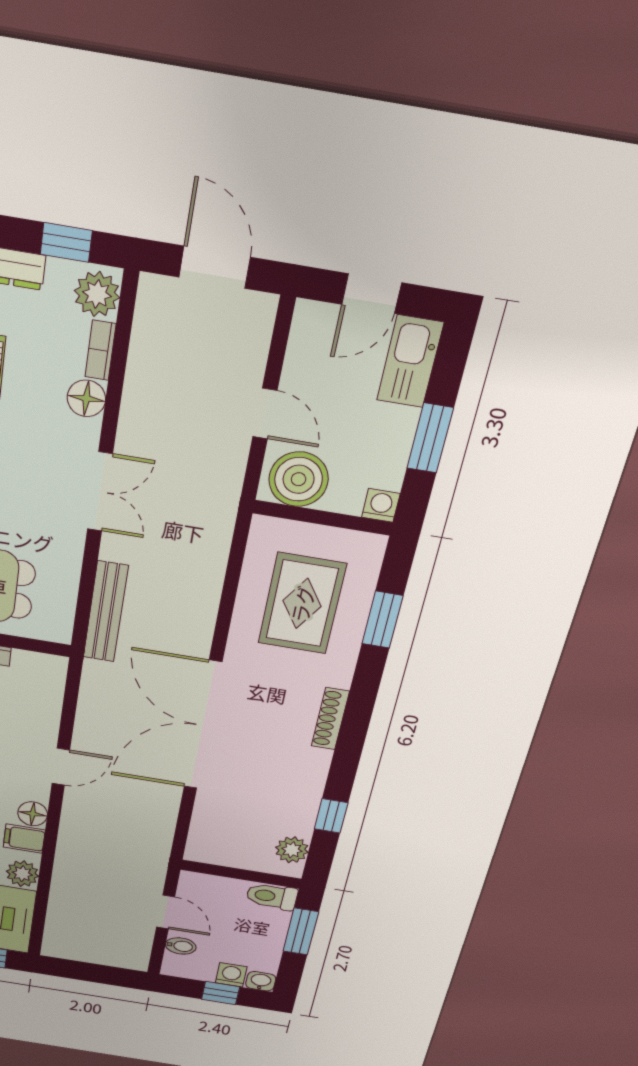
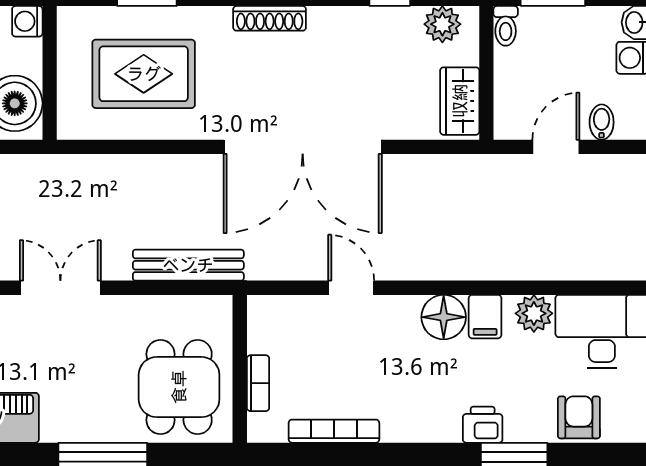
door: (61, 767) -> (351, 288), moved
floor lamp: (33, 814) -> (444, 317), width x1.38, depth x1.38
wardrobe: (220, 851) -> (460, 101), added
toilet: (272, 896) -> (506, 26), width x0.73, depth x0.72

